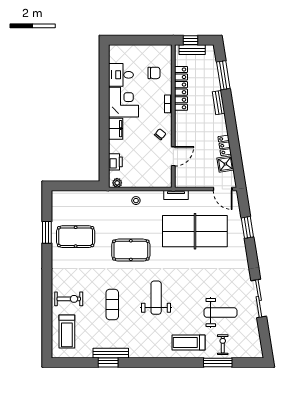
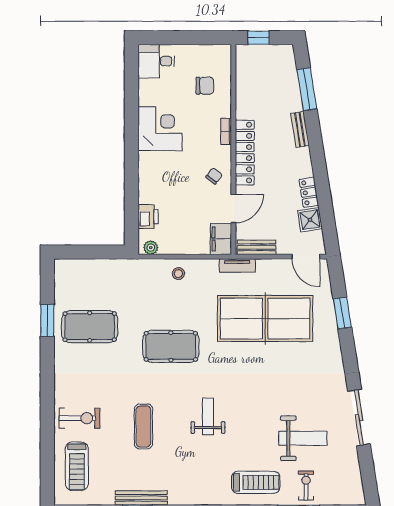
bench: (192, 50) -> (257, 247), moved
desk: (121, 75) -> (156, 61), moved
locker: (181, 88) -> (245, 153), moved
filing cabinet: (116, 129) -> (221, 239), moved, turned 180
weight bench: (156, 298) -> (208, 416), width x0.73, depth x0.75
treadmill: (189, 342) -> (256, 482), turned 180

